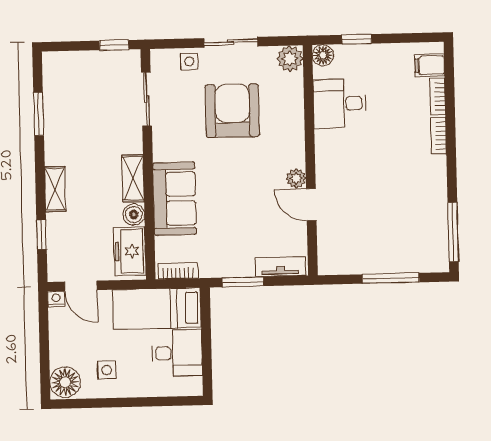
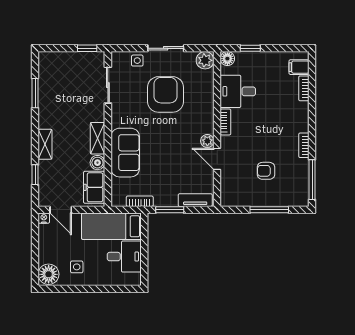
bookcase: (439, 136) -> (304, 145), moved
bookcase: (322, 150) -> (225, 122), added
armchair: (384, 221) -> (266, 171), added
bookcase: (178, 271) -> (140, 201), moved

